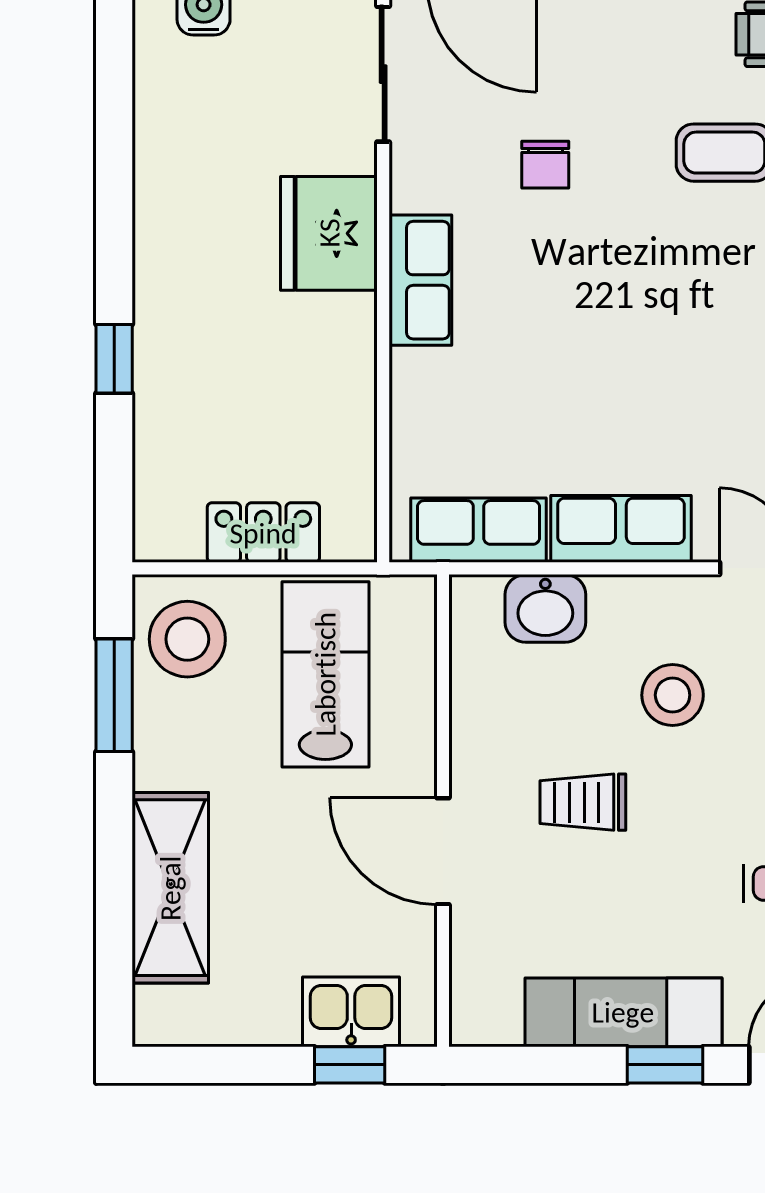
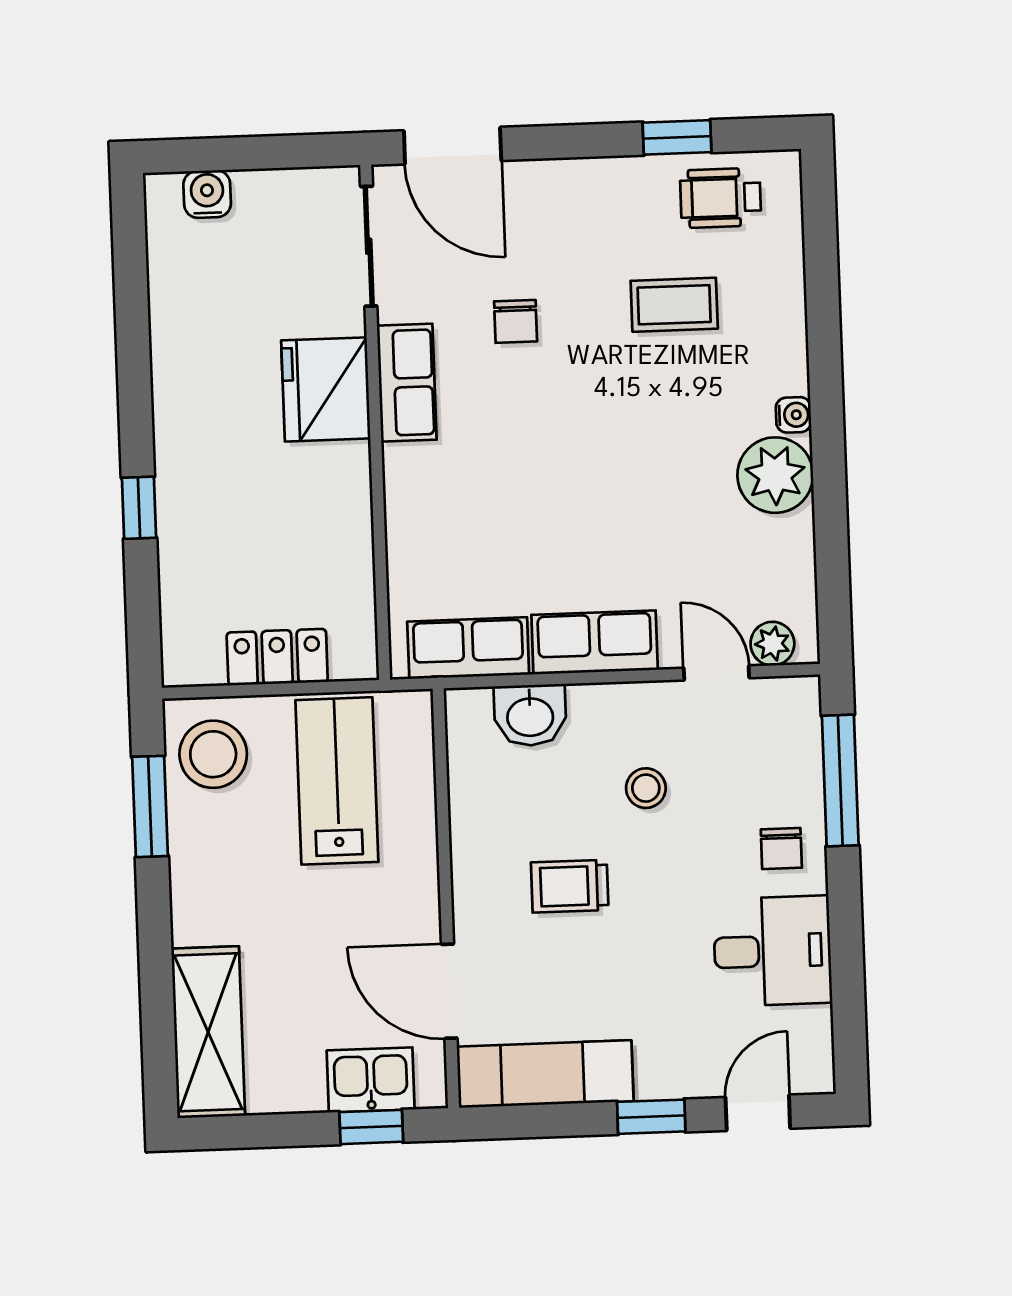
row of seats: (420, 280) -> (407, 383), moved
stool: (673, 695) -> (646, 788), width x0.73, depth x0.73
door: (443, 851) -> (449, 991), moved
shelving: (170, 888) -> (208, 1032), moved
exam couch: (623, 1012) -> (545, 1074), moved

